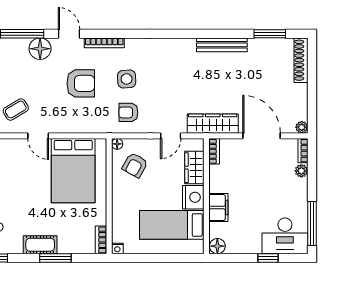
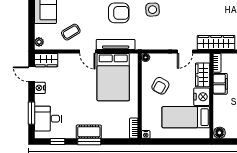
armchair: (128, 112) -> (154, 34), removed
tv unit: (76, 126) -> (116, 44), added
armchair: (135, 165) -> (160, 86), moved
filing cabinet: (218, 208) -> (220, 84), moved
window: (55, 258) -> (89, 142), moved

